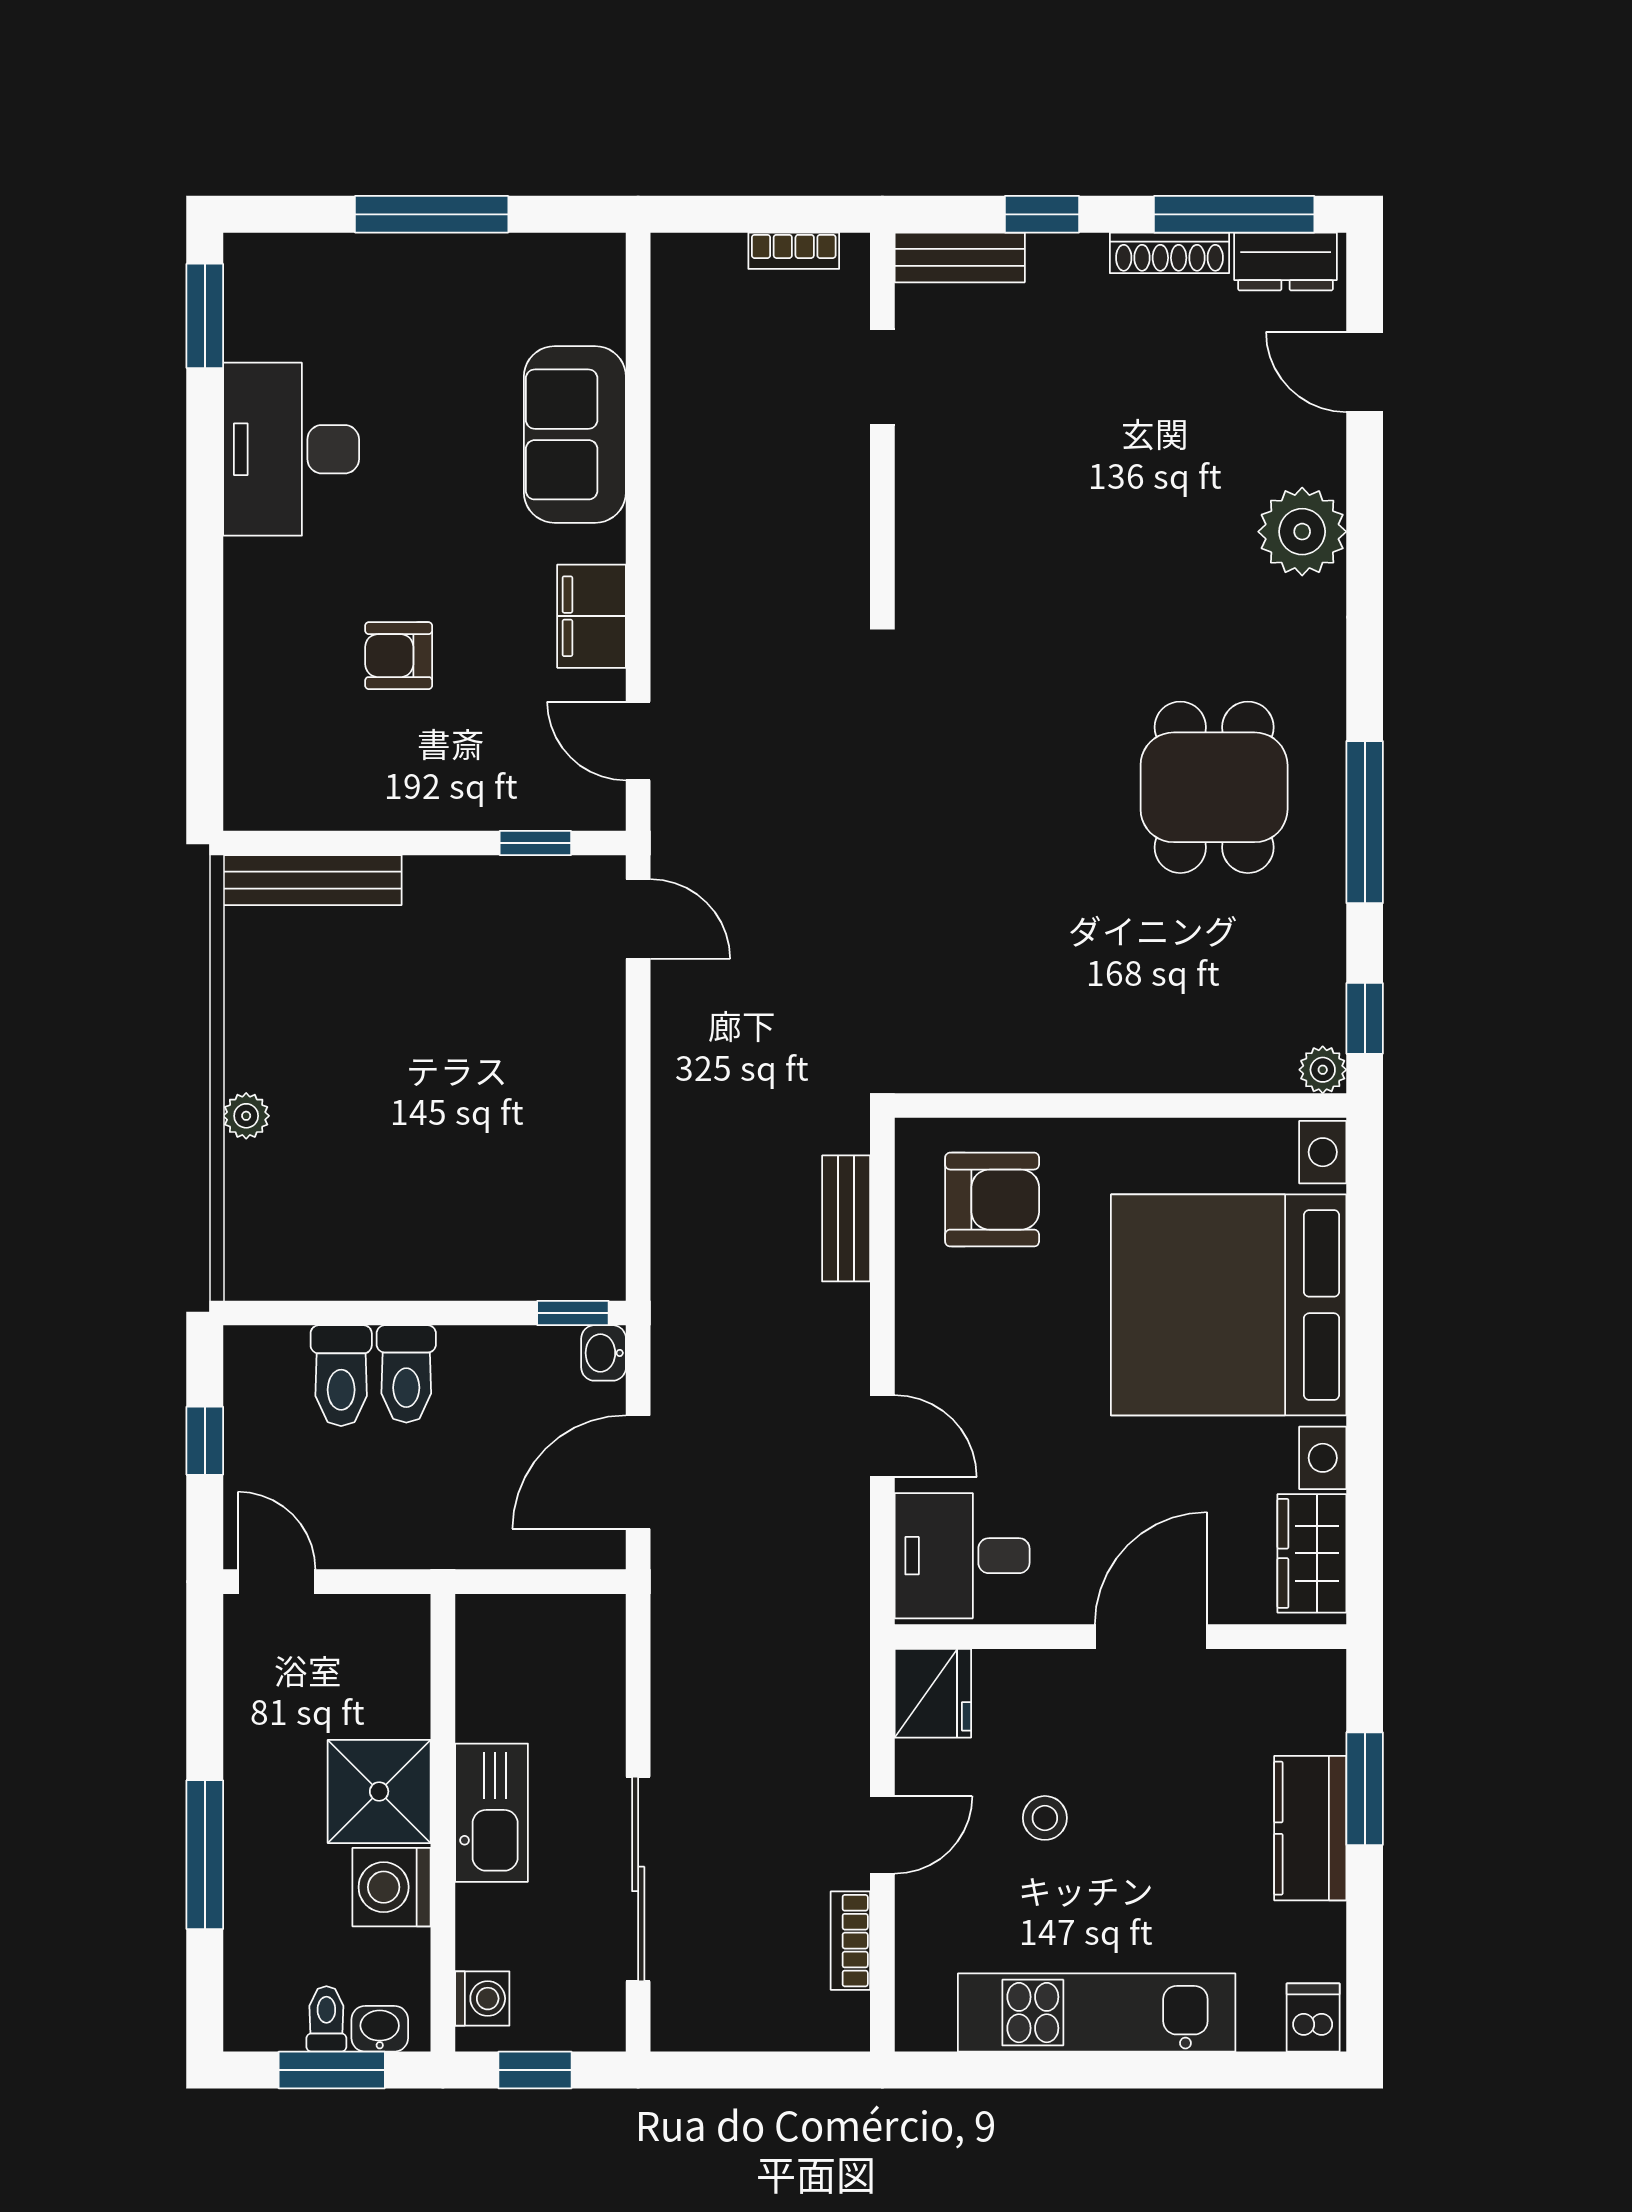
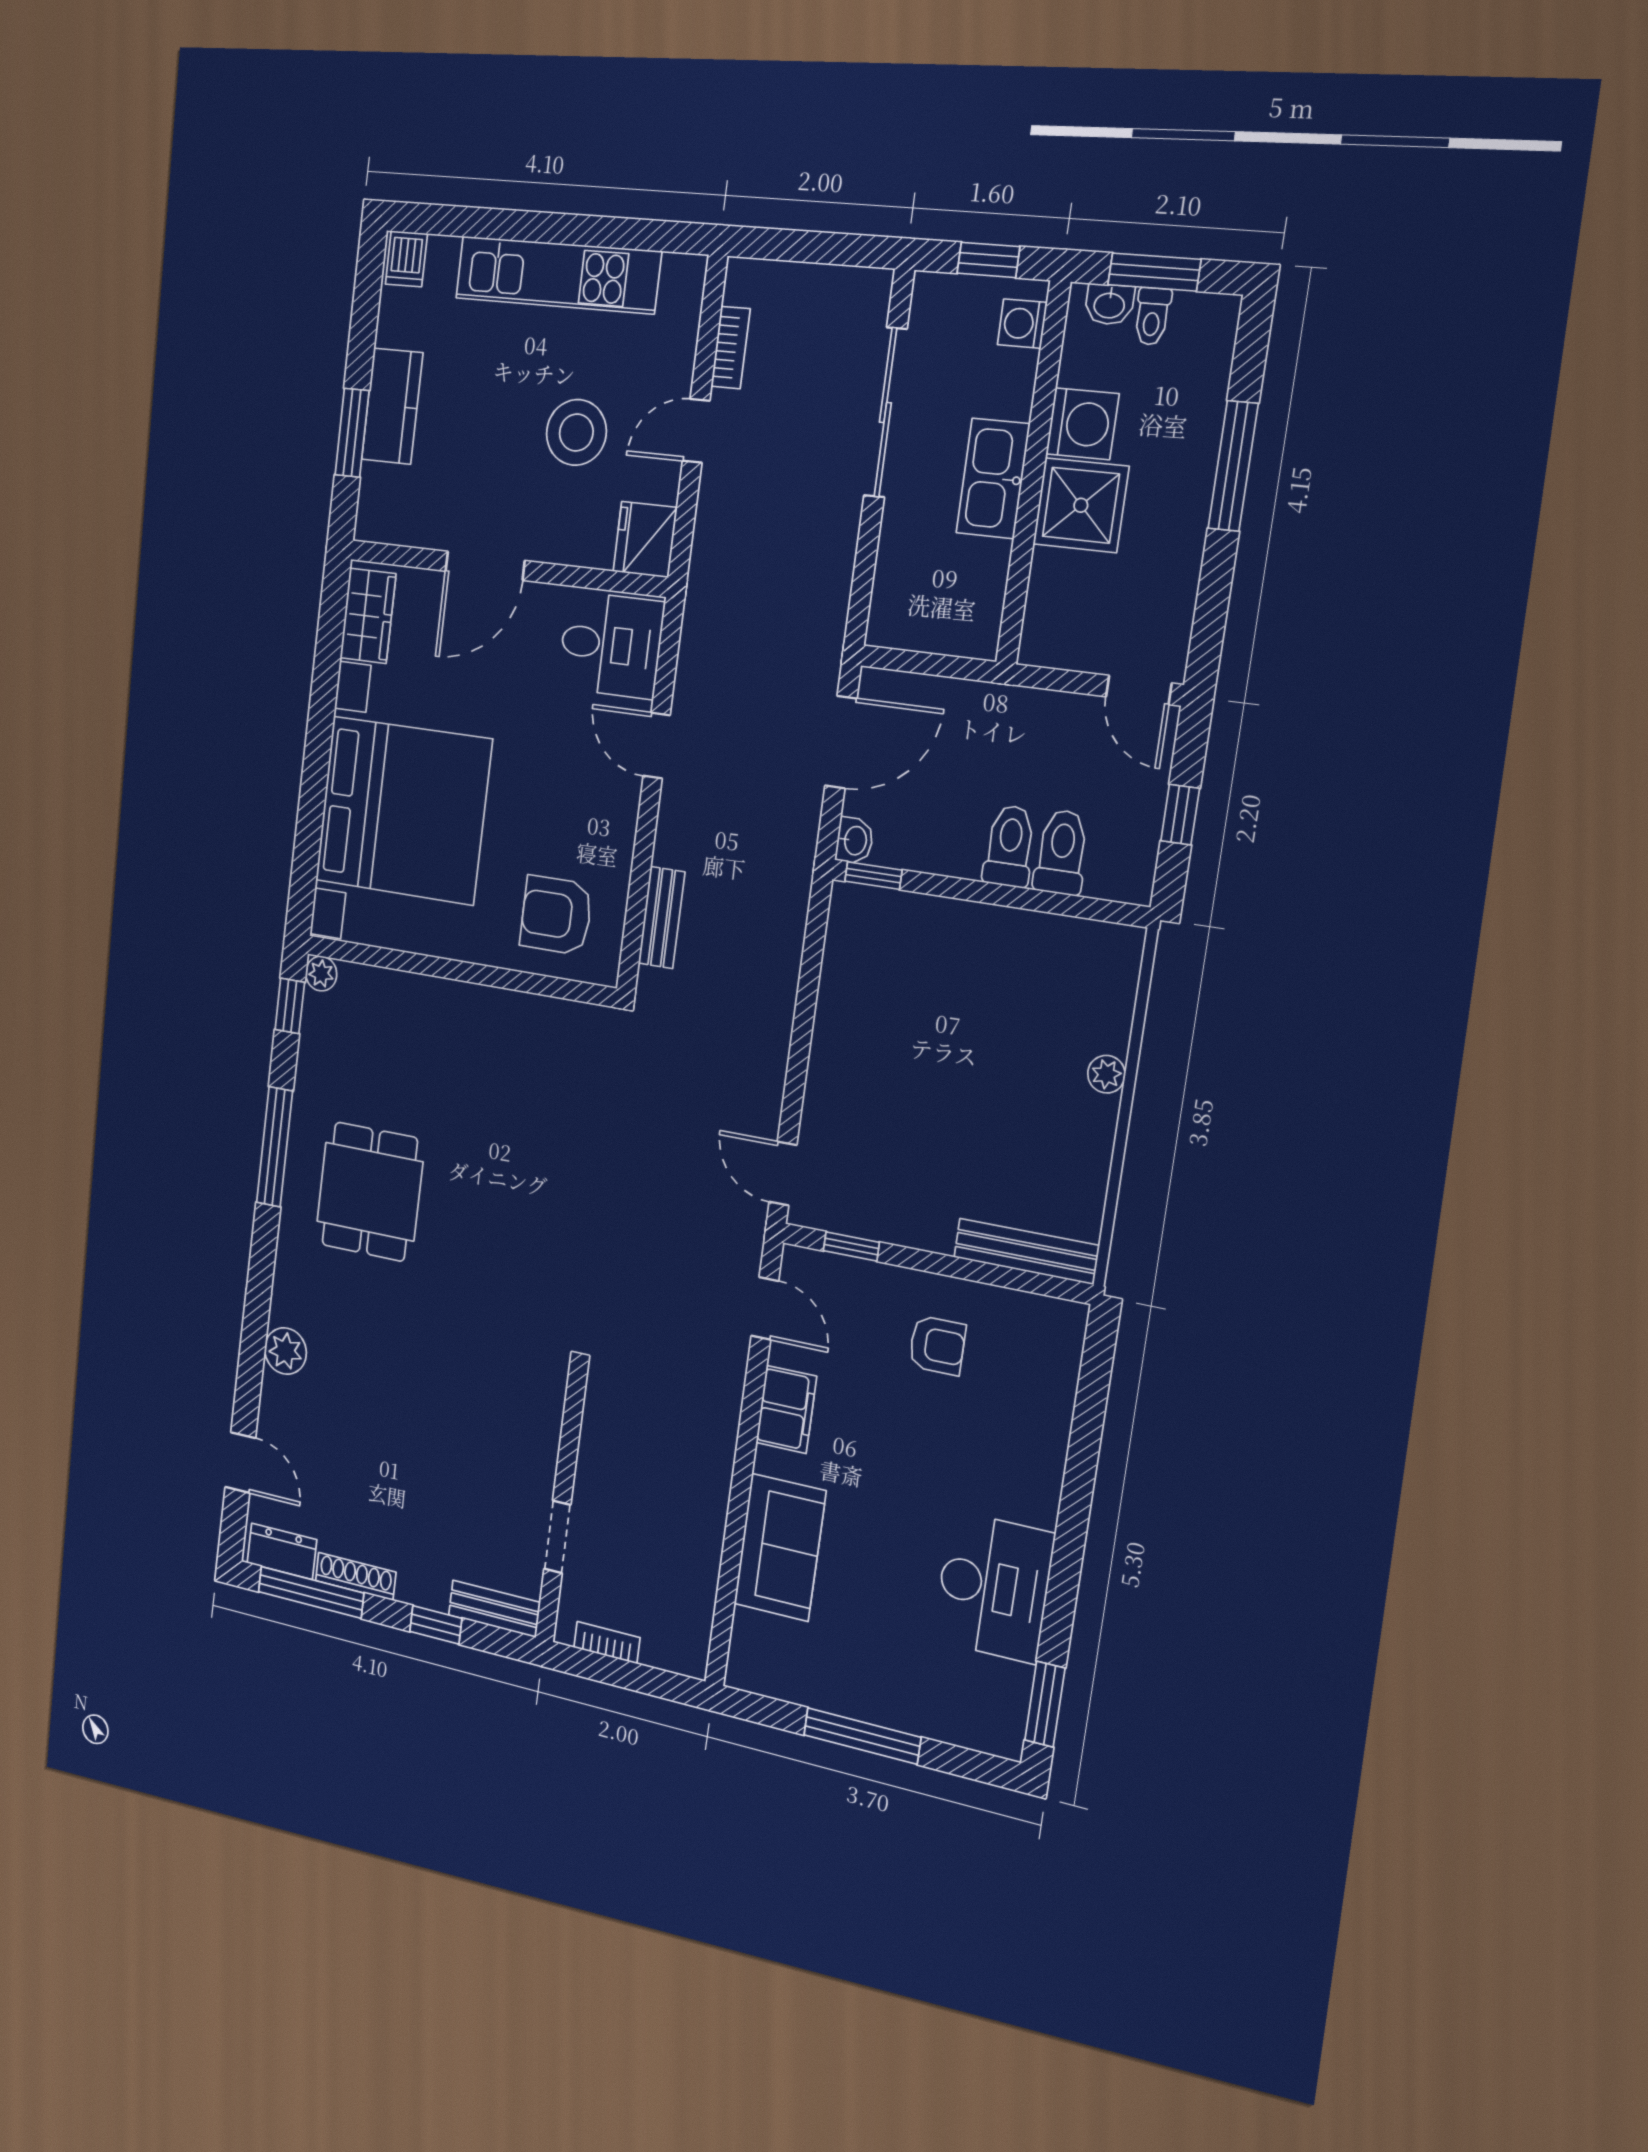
plant: (1302, 532) -> (285, 1351), width x0.73, depth x0.73
armchair: (399, 656) -> (937, 1345), moved
stool: (1045, 1818) -> (576, 432), width x1.89, depth x1.89

